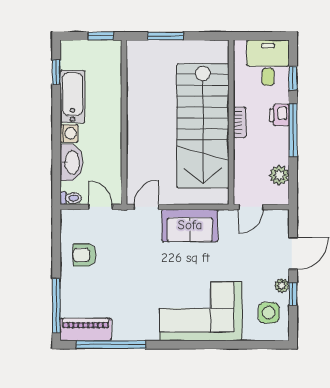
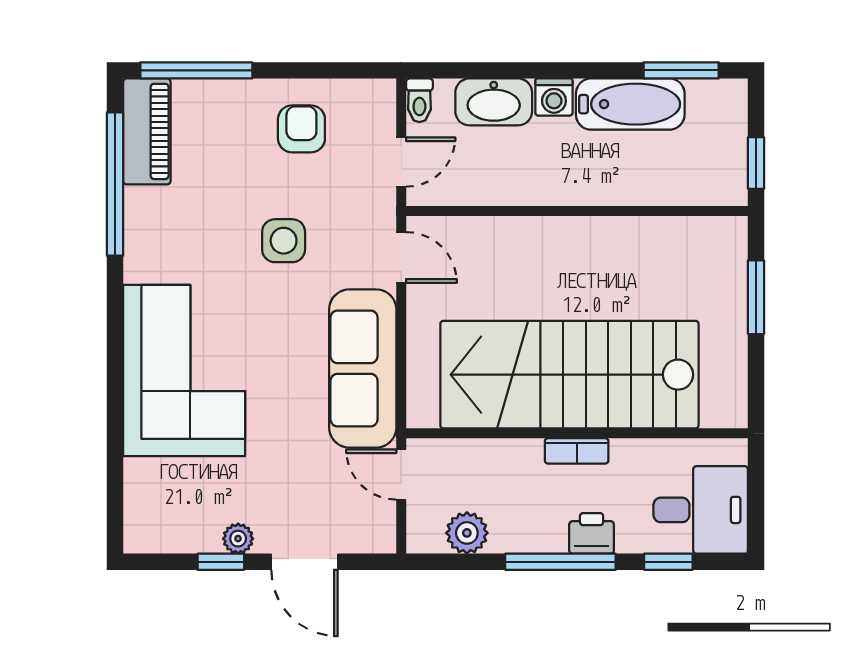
window: (56, 72) -> (681, 70), width x1.50
sofa: (190, 225) -> (363, 368), width x1.36
side table: (269, 313) -> (284, 241), moved

